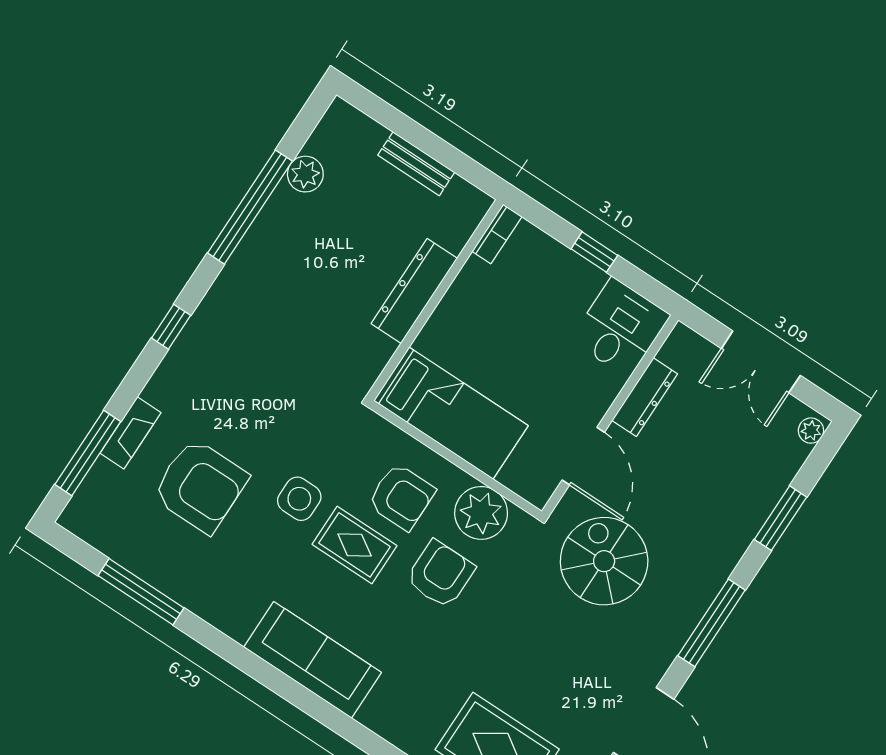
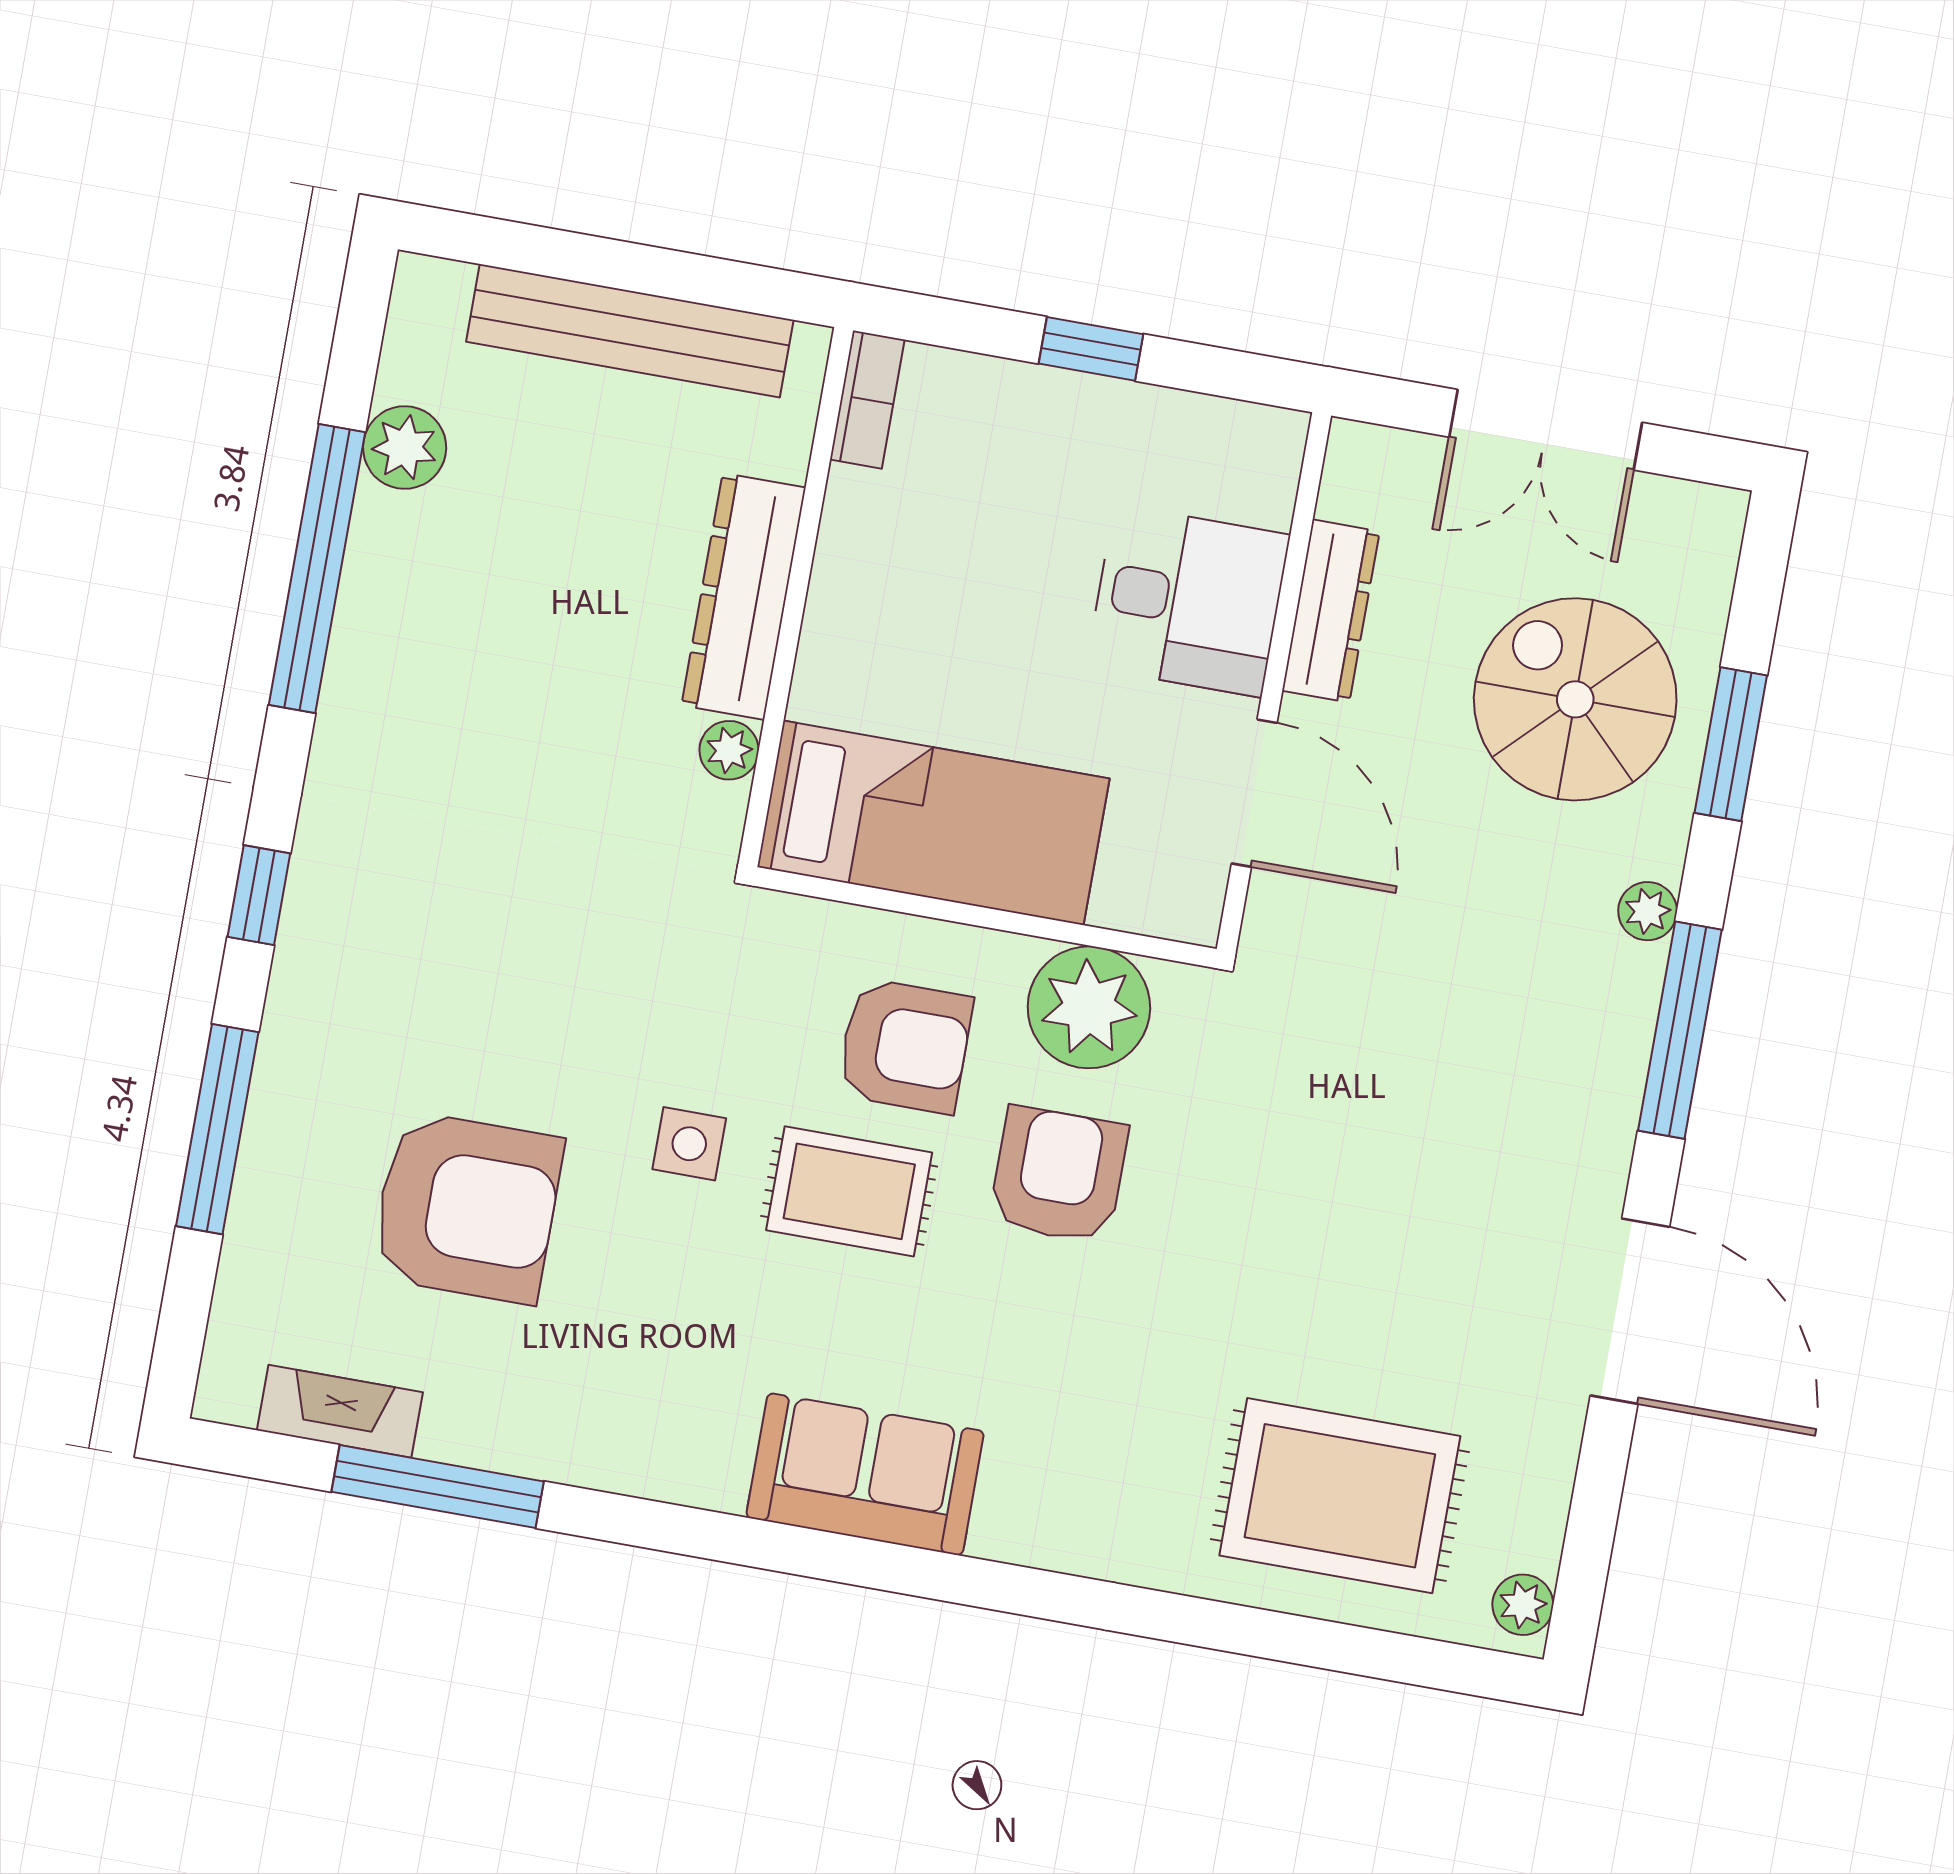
bench: (416, 164) -> (630, 331), width x1.86, depth x1.21
desk: (620, 328) -> (1188, 601), moved, turned 90
plant: (382, 349) -> (729, 750), added
plant: (811, 431) -> (1648, 911), moved
fireplace: (130, 433) -> (340, 1411), moved, turned -90
window: (88, 453) -> (217, 1129), moved
side table: (299, 499) -> (689, 1144), width x0.73, depth x0.73
spiral stairs: (604, 561) -> (1575, 699), moved
sofa: (313, 660) -> (865, 1474), width x0.73

